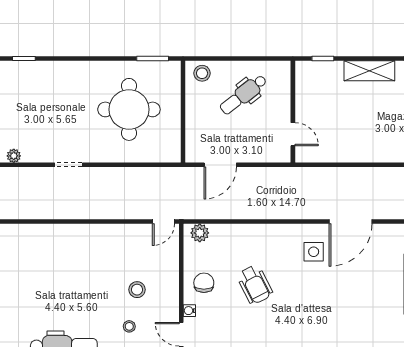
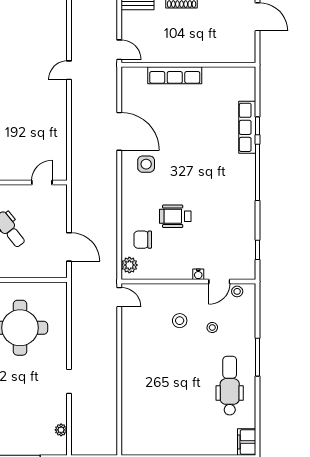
chair: (204, 283) -> (143, 240), moved
wheelchair: (255, 285) -> (175, 216), turned -153

